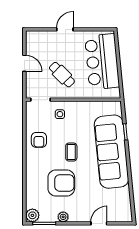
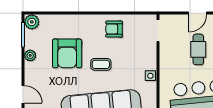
cafe table: (62, 75) -> (198, 49), moved, turned -45
side table: (60, 114) -> (150, 76), moved

